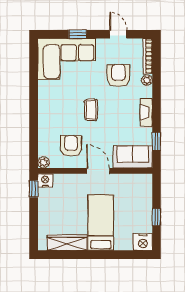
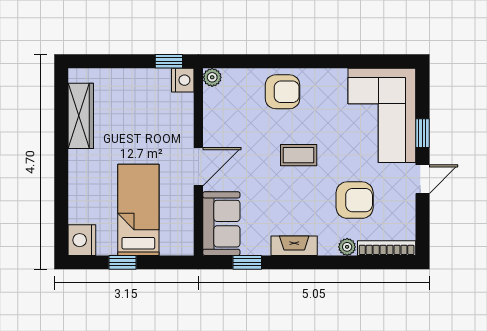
door: (118, 34) -> (422, 179), moved
armchair: (71, 146) -> (283, 92), moved
bed: (101, 223) -> (138, 210), moved, turned -90

